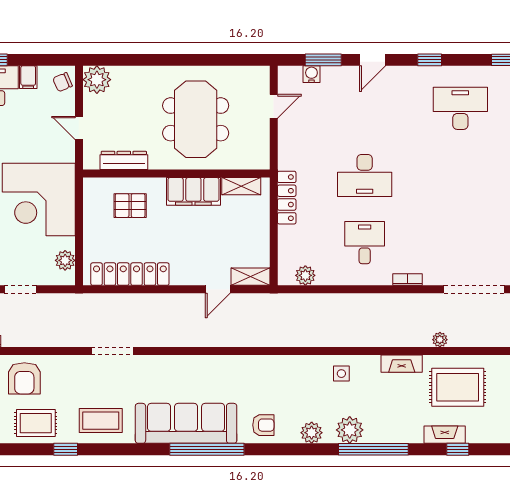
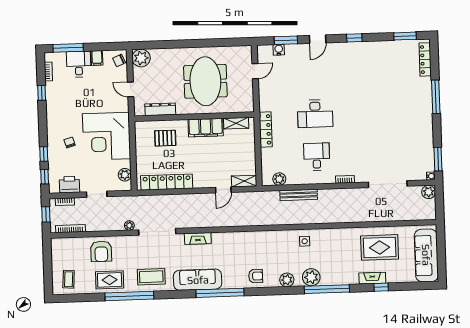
desk: (460, 108) -> (375, 68), removed
bench: (335, 301) -> (299, 195), added
plant: (440, 340) -> (129, 226), moved
doorway: (113, 351) -> (157, 232), width x1.36
fireplace: (402, 364) -> (198, 239), moved
sofa: (186, 423) -> (198, 280), width x0.74, depth x0.79
window: (66, 449) -> (129, 296), width x3.17

